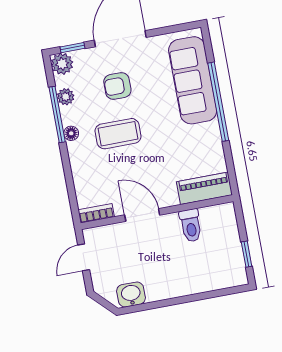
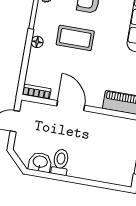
floor lamp: (71, 133) -> (37, 42), moved
toilet: (191, 225) -> (60, 162), moved, turned 180

